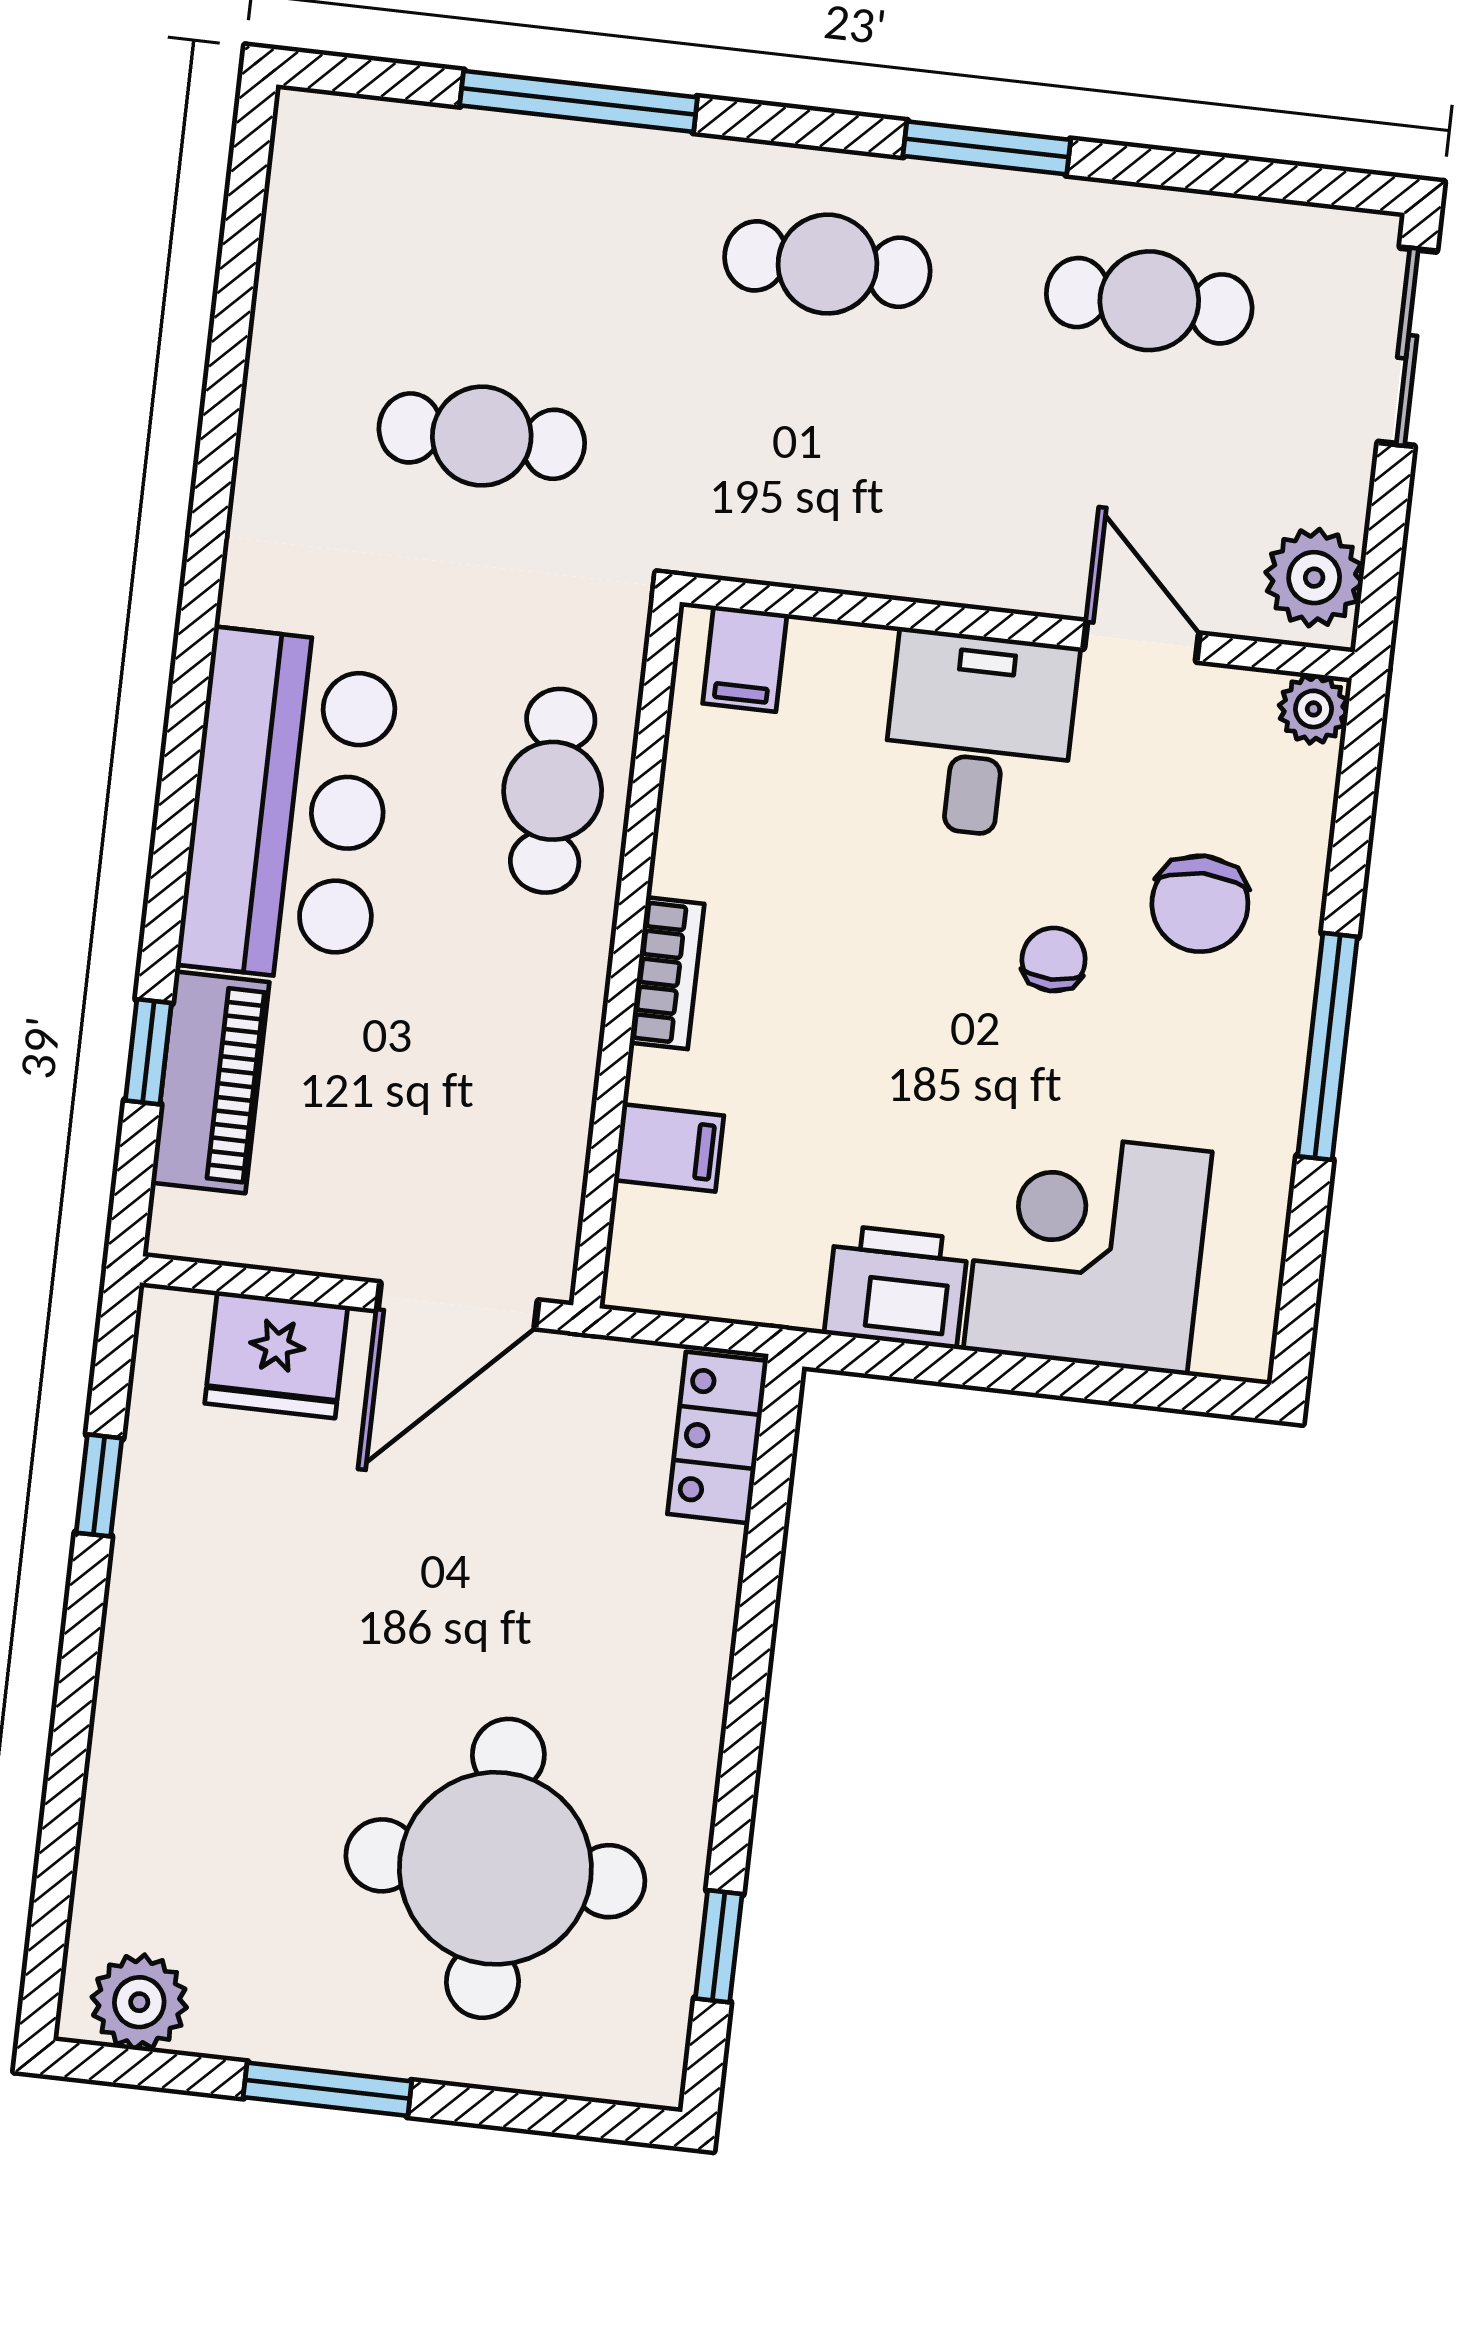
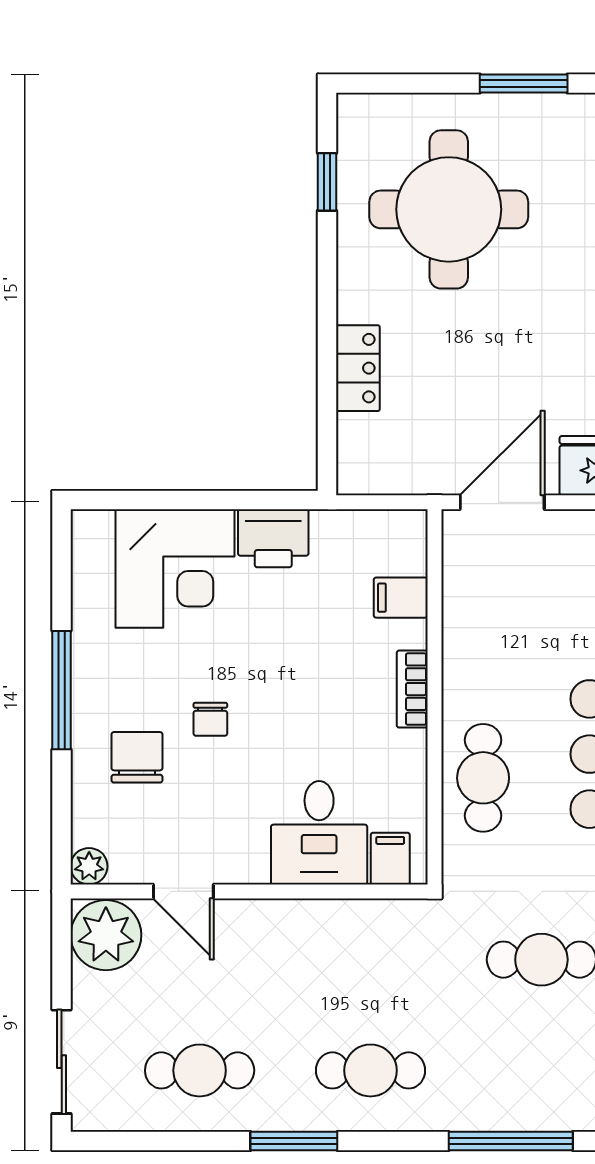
plant: (1314, 578) -> (106, 935), width x1.36, depth x1.36
desk: (979, 735) -> (319, 833), moved
locker: (718, 1437) -> (358, 368), moved

